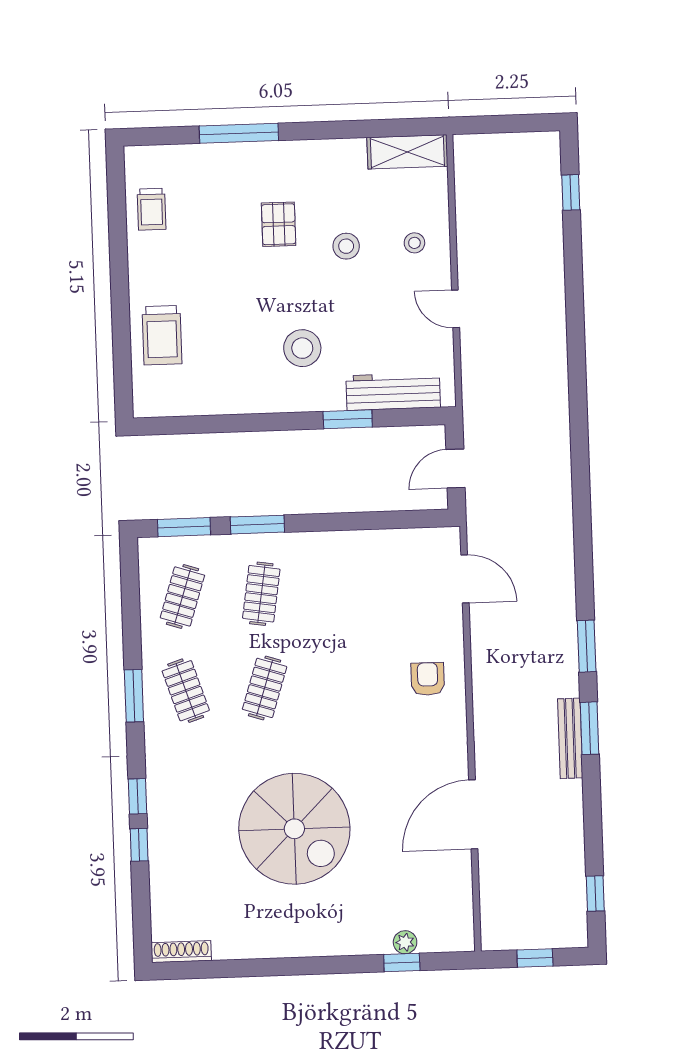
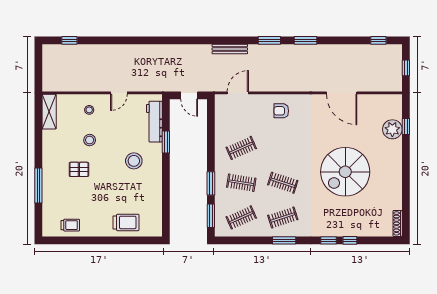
clothes rail: (340, 591) -> (241, 148), added
clothes rail: (182, 596) -> (241, 217), turned -42
bench: (570, 738) -> (230, 49), moved
spiral stairs: (294, 829) -> (345, 172), turned 180
plant: (405, 942) -> (392, 129), width x1.87, depth x1.87

